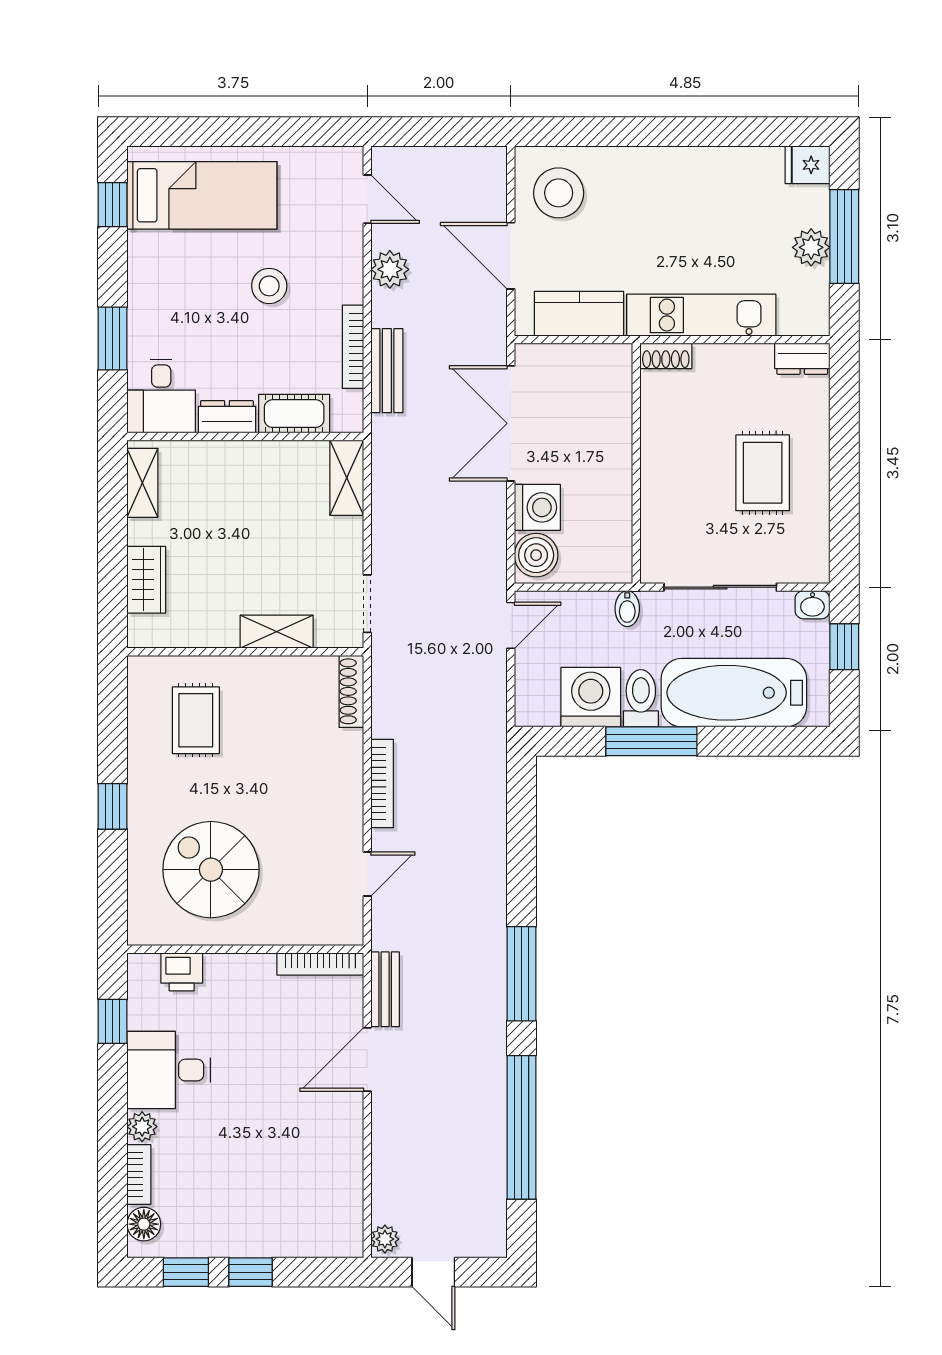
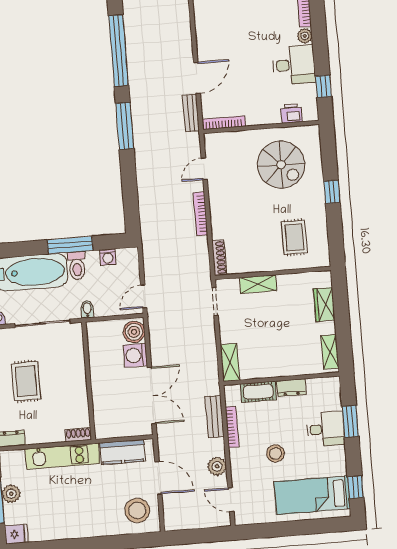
desk: (161, 396) -> (326, 429), moved, turned 90
washing machine: (591, 697) -> (108, 257), width x0.53, depth x0.53

